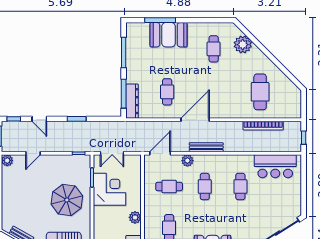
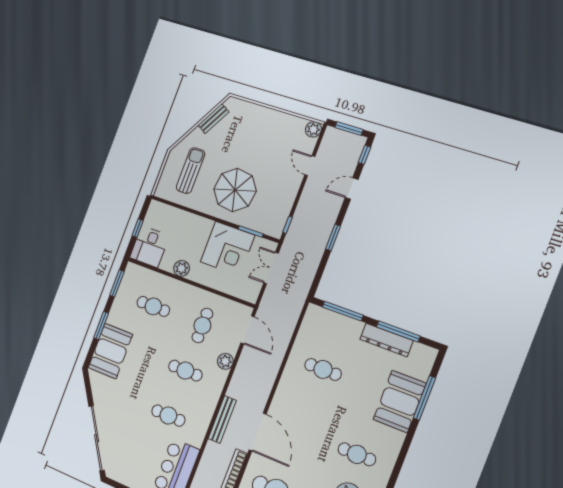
dresser: (132, 101) -> (386, 340), moved
door: (195, 120) -> (258, 432), moved
bench: (206, 147) -> (222, 420), moved

